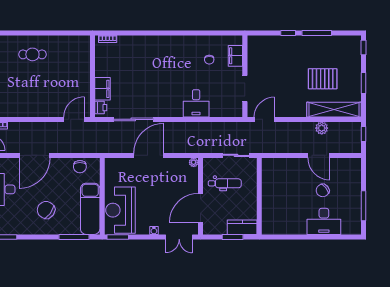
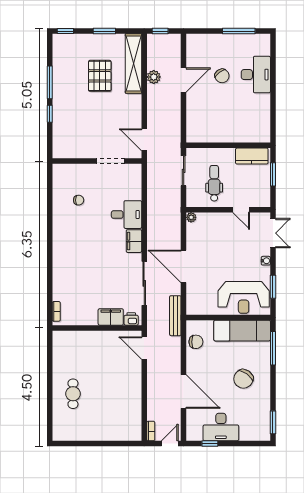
filing cabinet: (235, 56) -> (134, 241), moved, turned 90
bench: (104, 148) -> (175, 316), added
door: (201, 208) -> (241, 210), width x0.53
kitchen counter: (242, 227) -> (252, 156), moved, turned -90
window: (118, 237) -> (273, 287), moved

